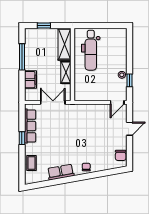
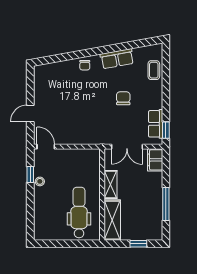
filing cabinet: (30, 80) -> (155, 160), moved
door: (117, 102) -> (46, 147), hinge flipped
row of seats: (30, 126) -> (156, 124), width x0.68
window: (22, 138) -> (166, 130), moved
chair: (121, 155) -> (123, 98), moved

